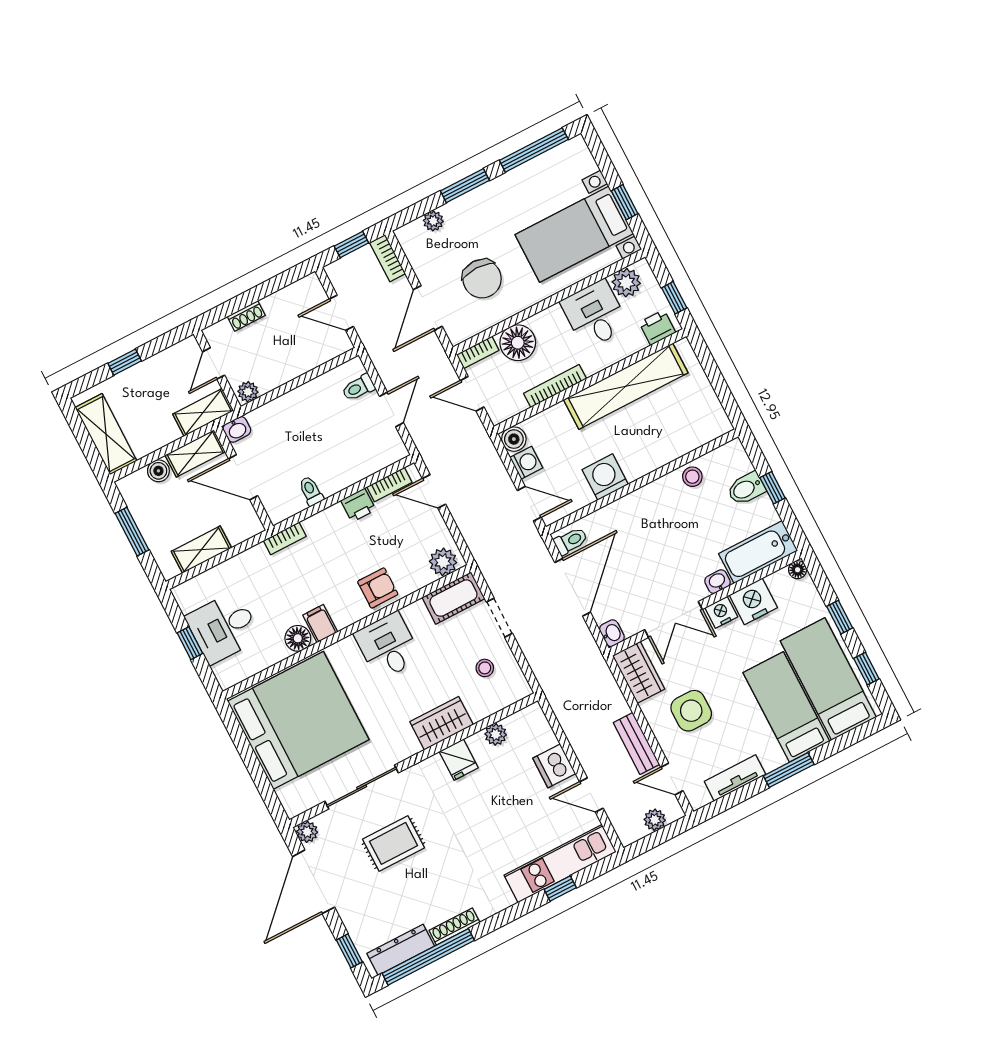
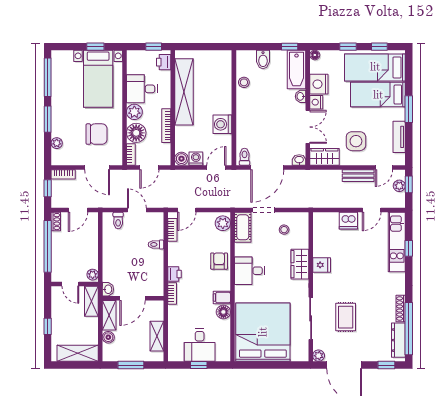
plant: (626, 283) -> (134, 112), moved
window: (256, 294) -> (48, 246), added
shoe rack: (246, 316) -> (56, 222), moved
window: (773, 488) -> (290, 47), moved
toilet: (311, 491) -> (156, 244), moved
printer: (358, 505) -> (174, 274), moved
door: (573, 587) -> (267, 167), swing flipped
plant: (496, 734) -> (319, 241), removed
window: (665, 834) -> (409, 184), added

